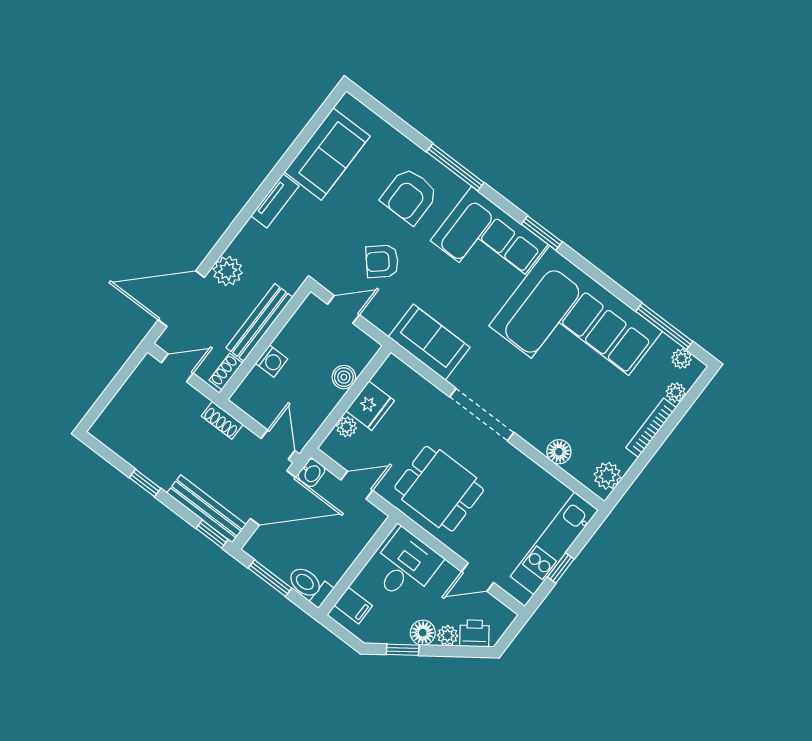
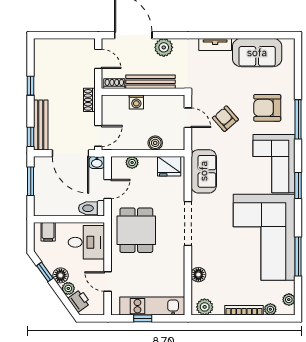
window: (664, 326) -> (298, 257), moved
fridge: (370, 406) -> (169, 166), moved
door: (357, 485) -> (108, 189), hinge flipped
toilet: (310, 586) -> (92, 208), moved, turned -90

